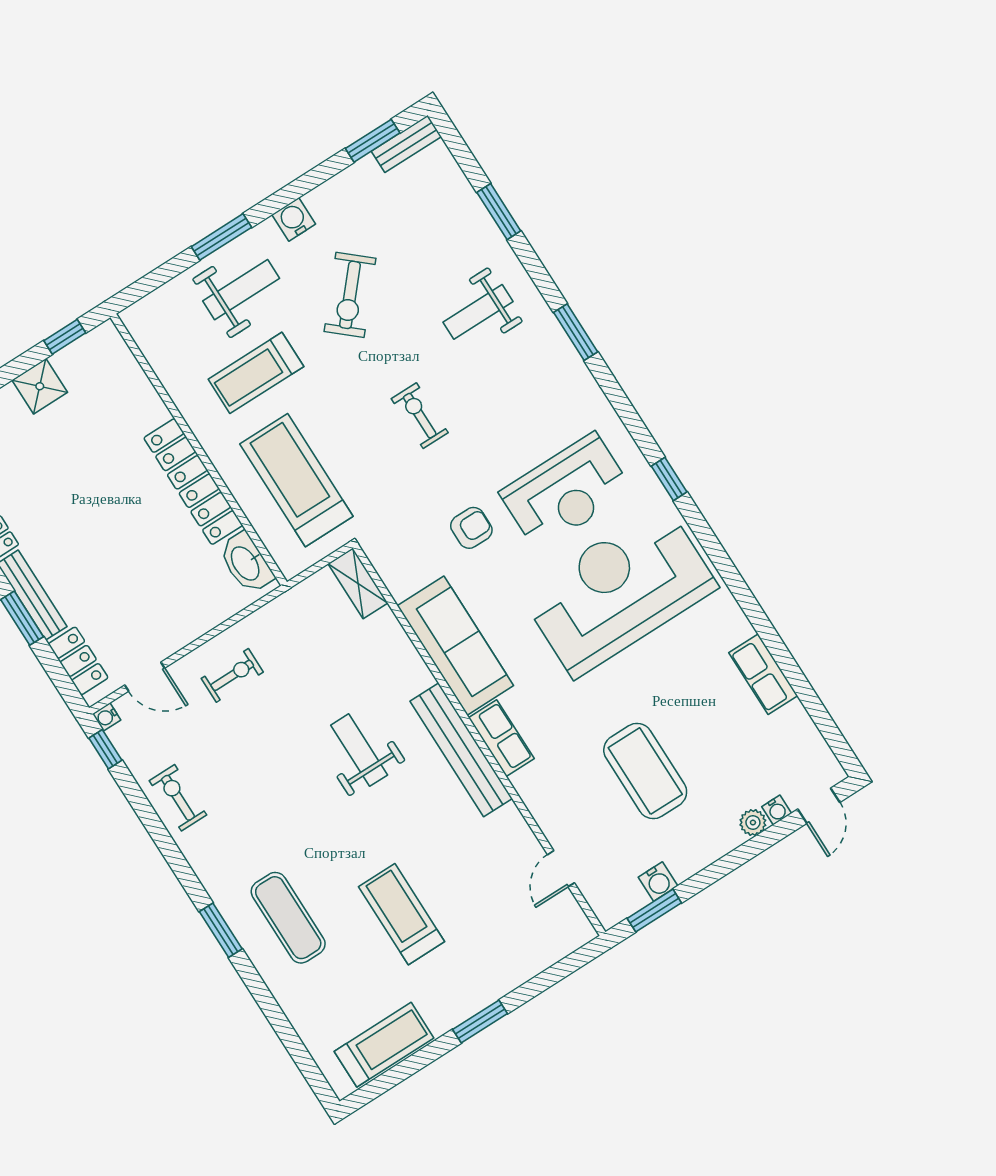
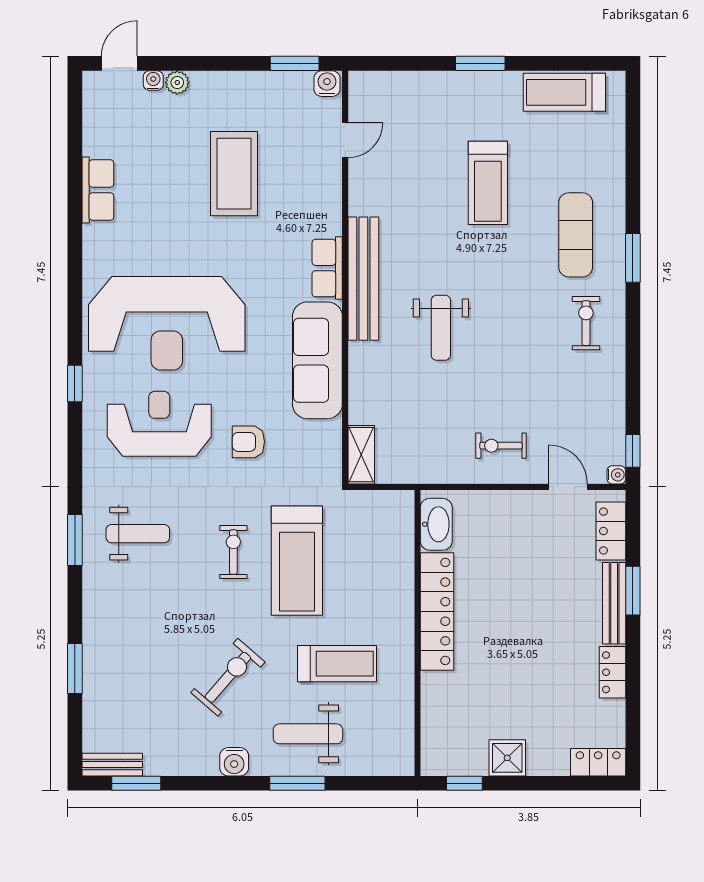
weight bench: (478, 312) -> (138, 534), moved
exercise bike: (420, 416) -> (233, 552), turned 180
treadmill: (296, 480) -> (297, 561), moved
exercise bike: (178, 798) -> (586, 323), moved, turned 180
water cooler: (658, 882) -> (327, 84), moved

